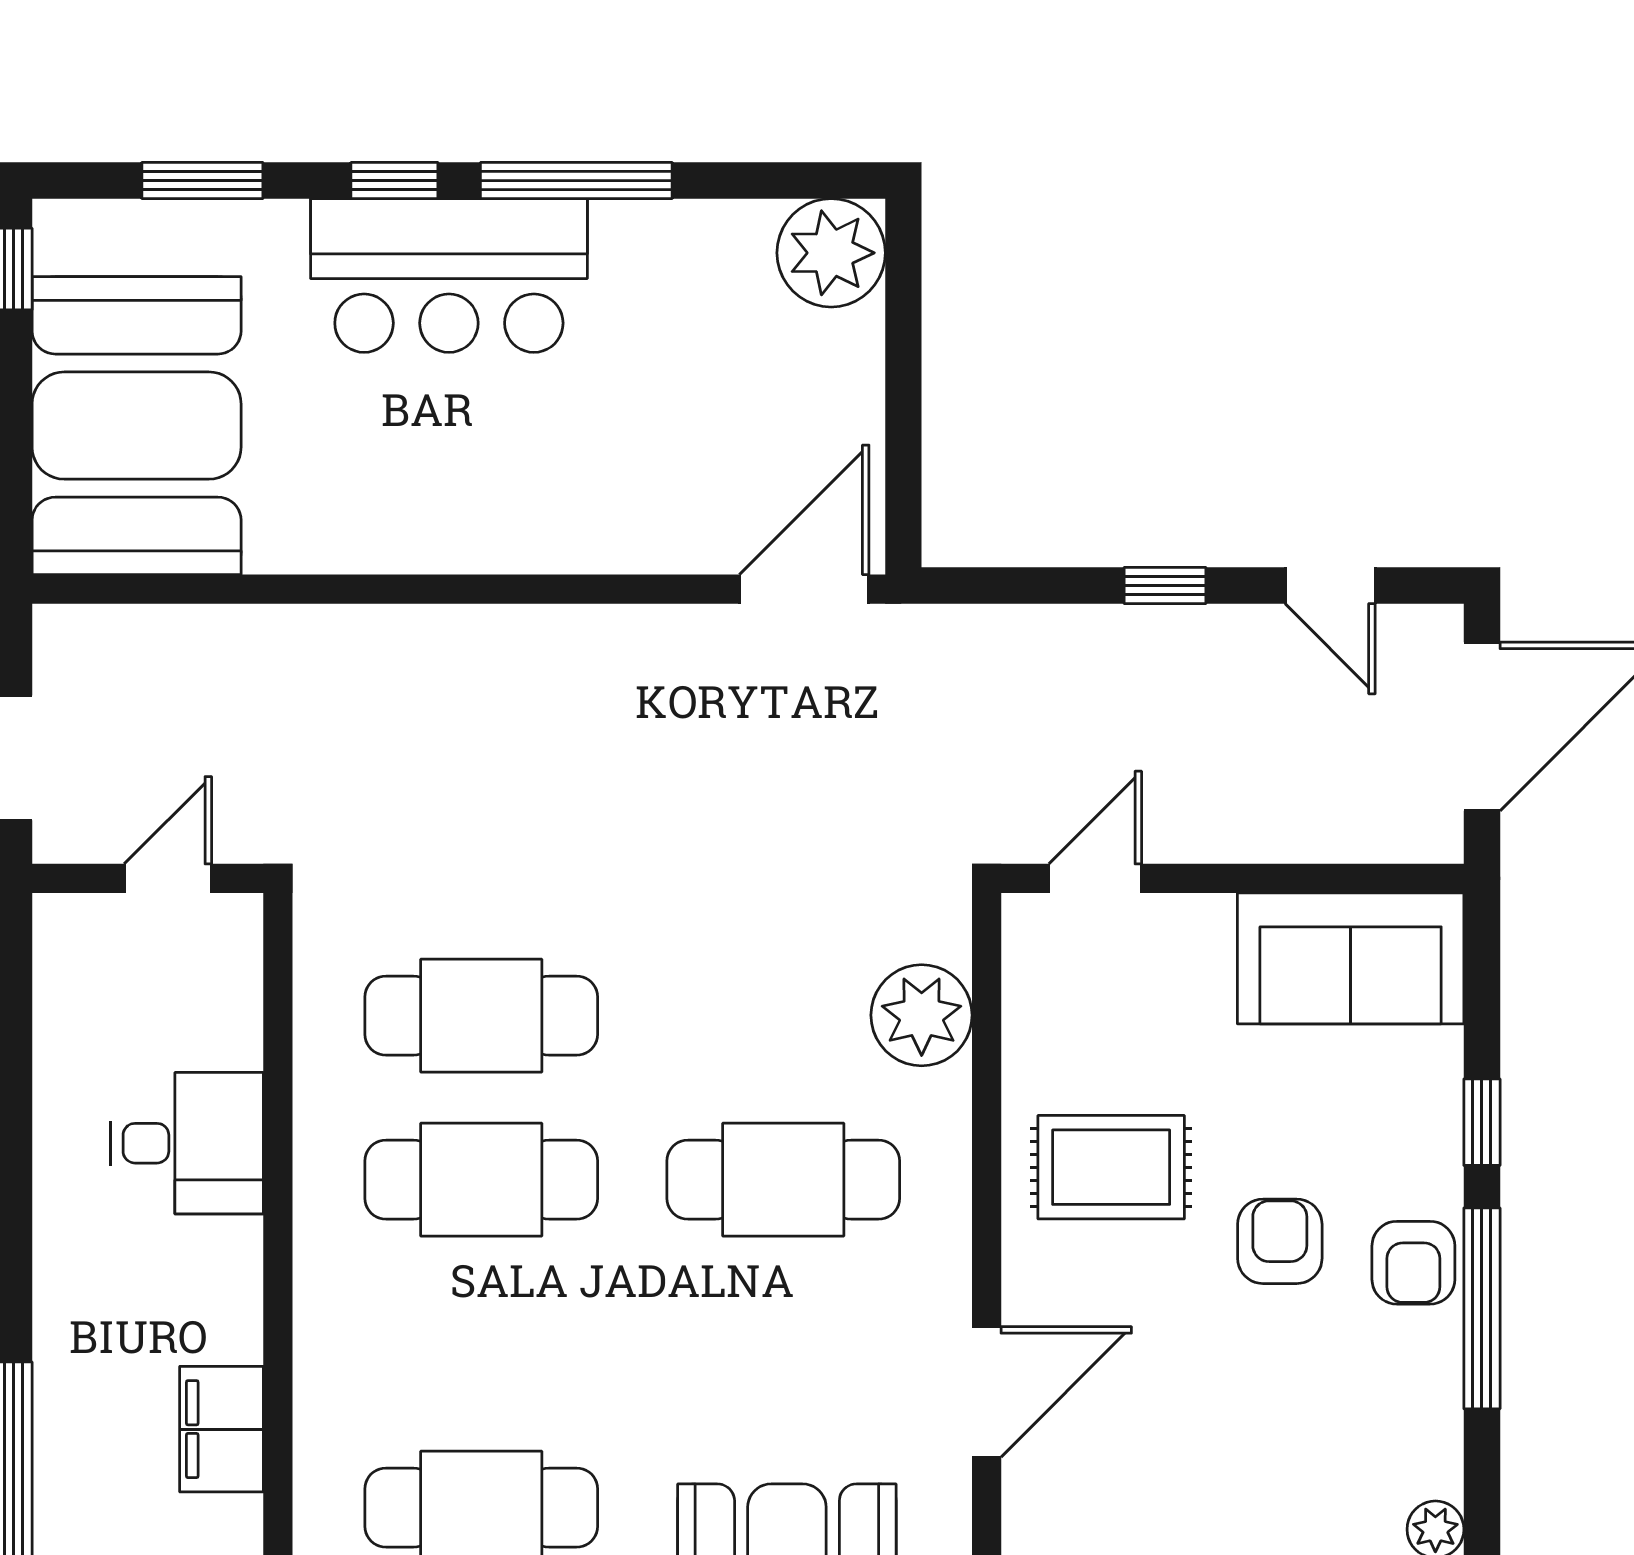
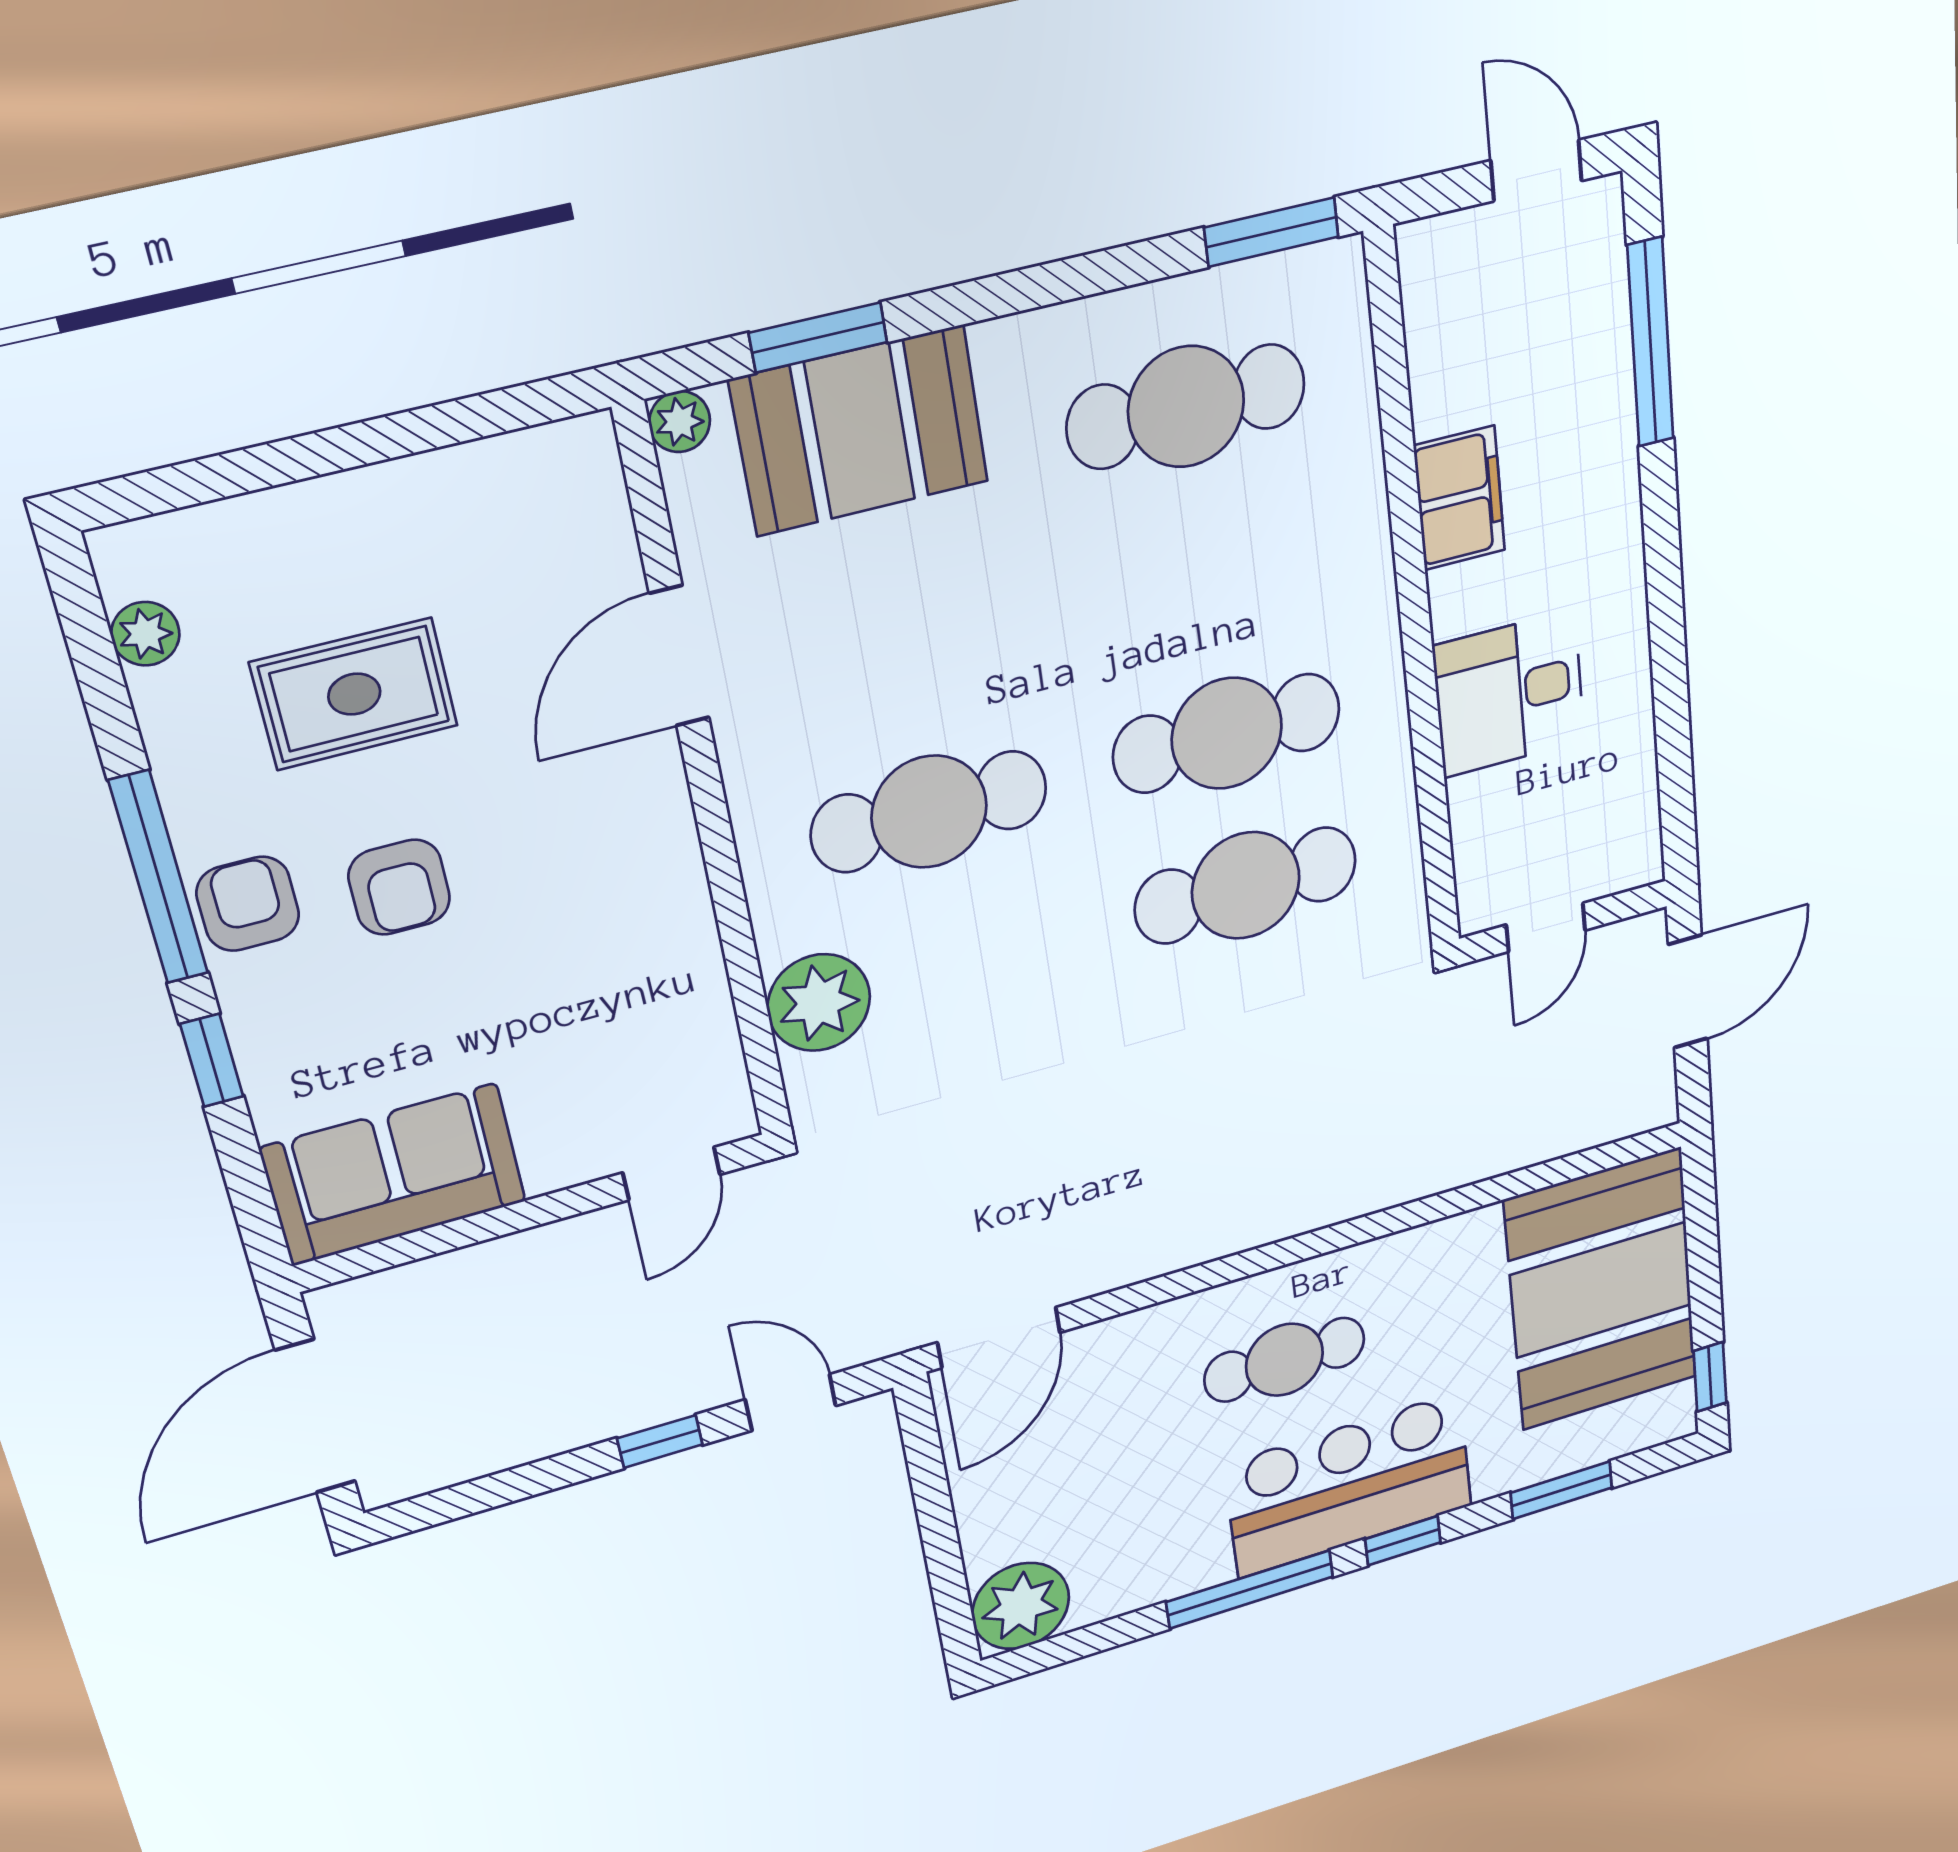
cafe table: (504, 459) -> (1284, 1360), added
door: (1330, 585) -> (791, 1403), moved
rug: (1111, 1167) -> (354, 694), moved
filing cabinet: (222, 1429) -> (1459, 498), moved

